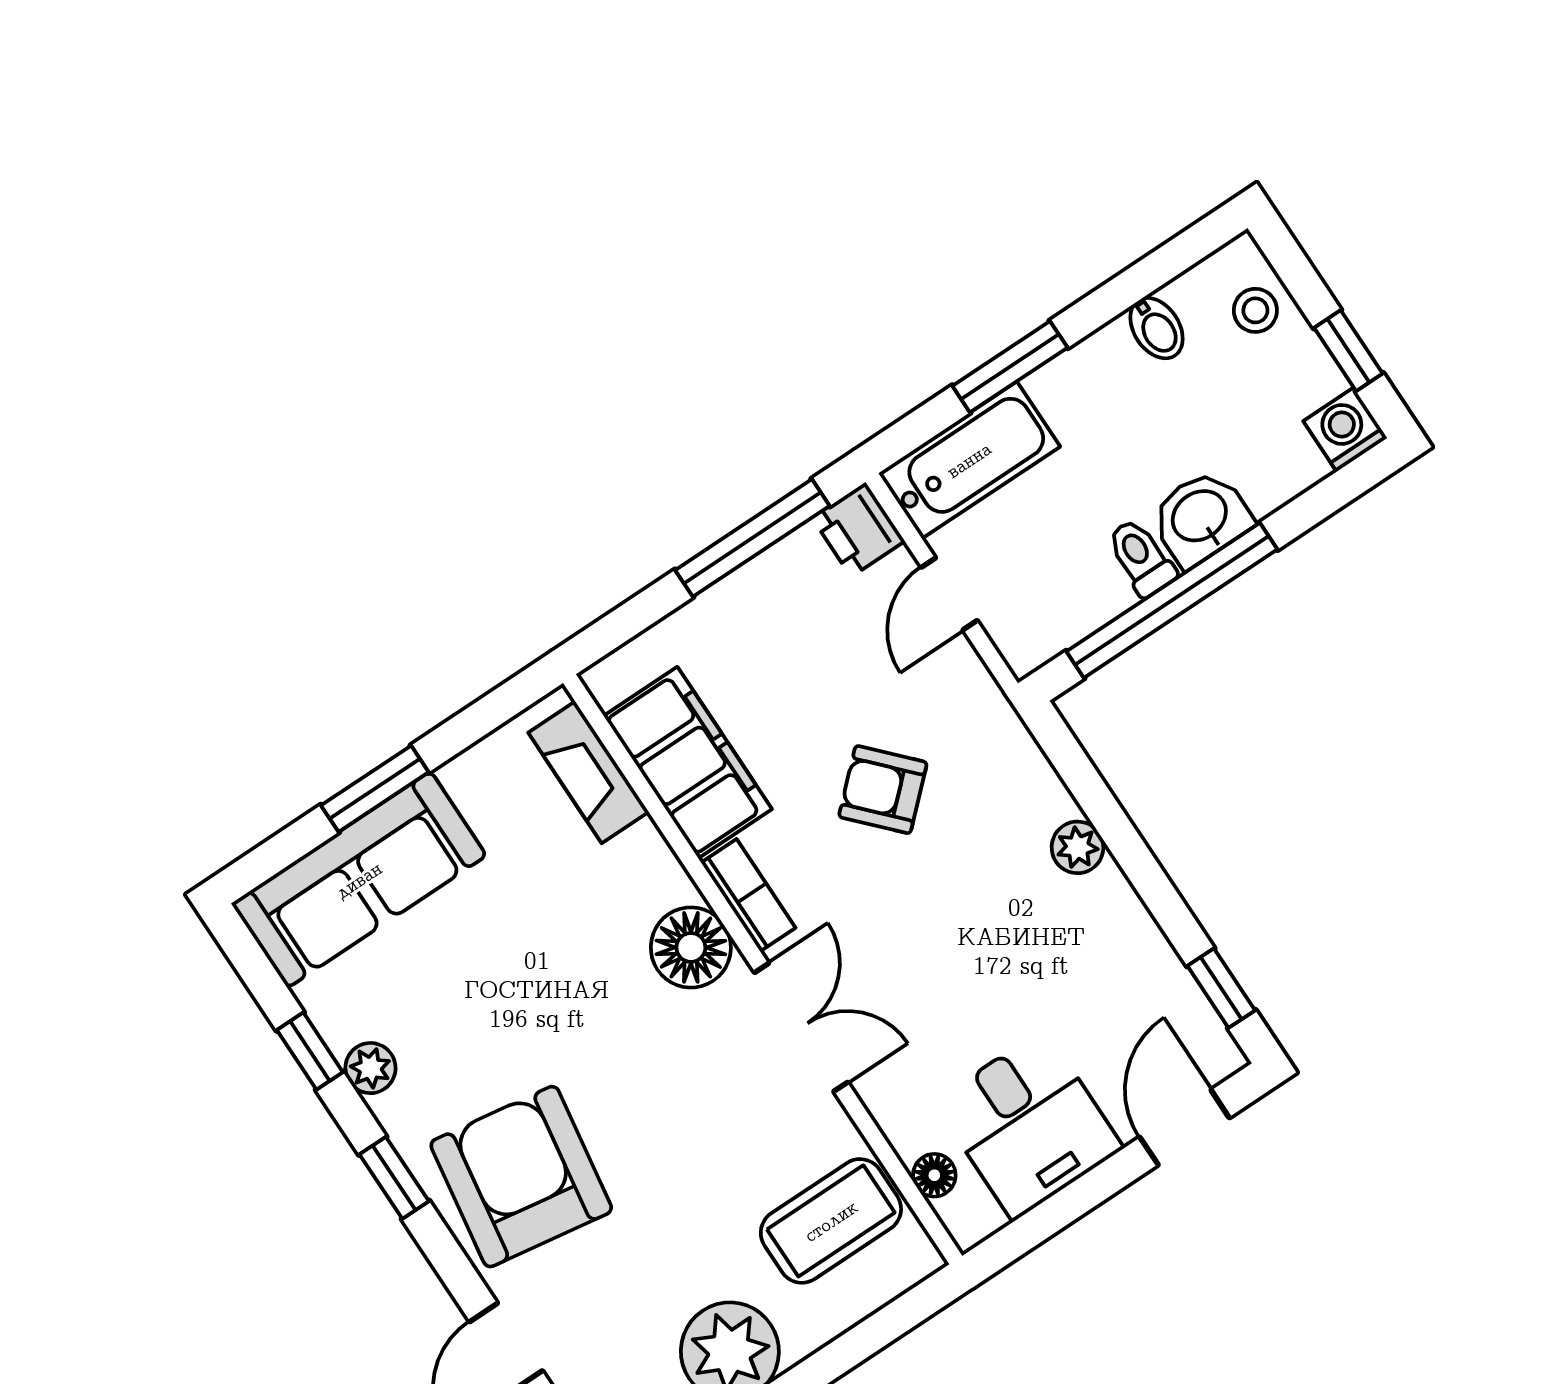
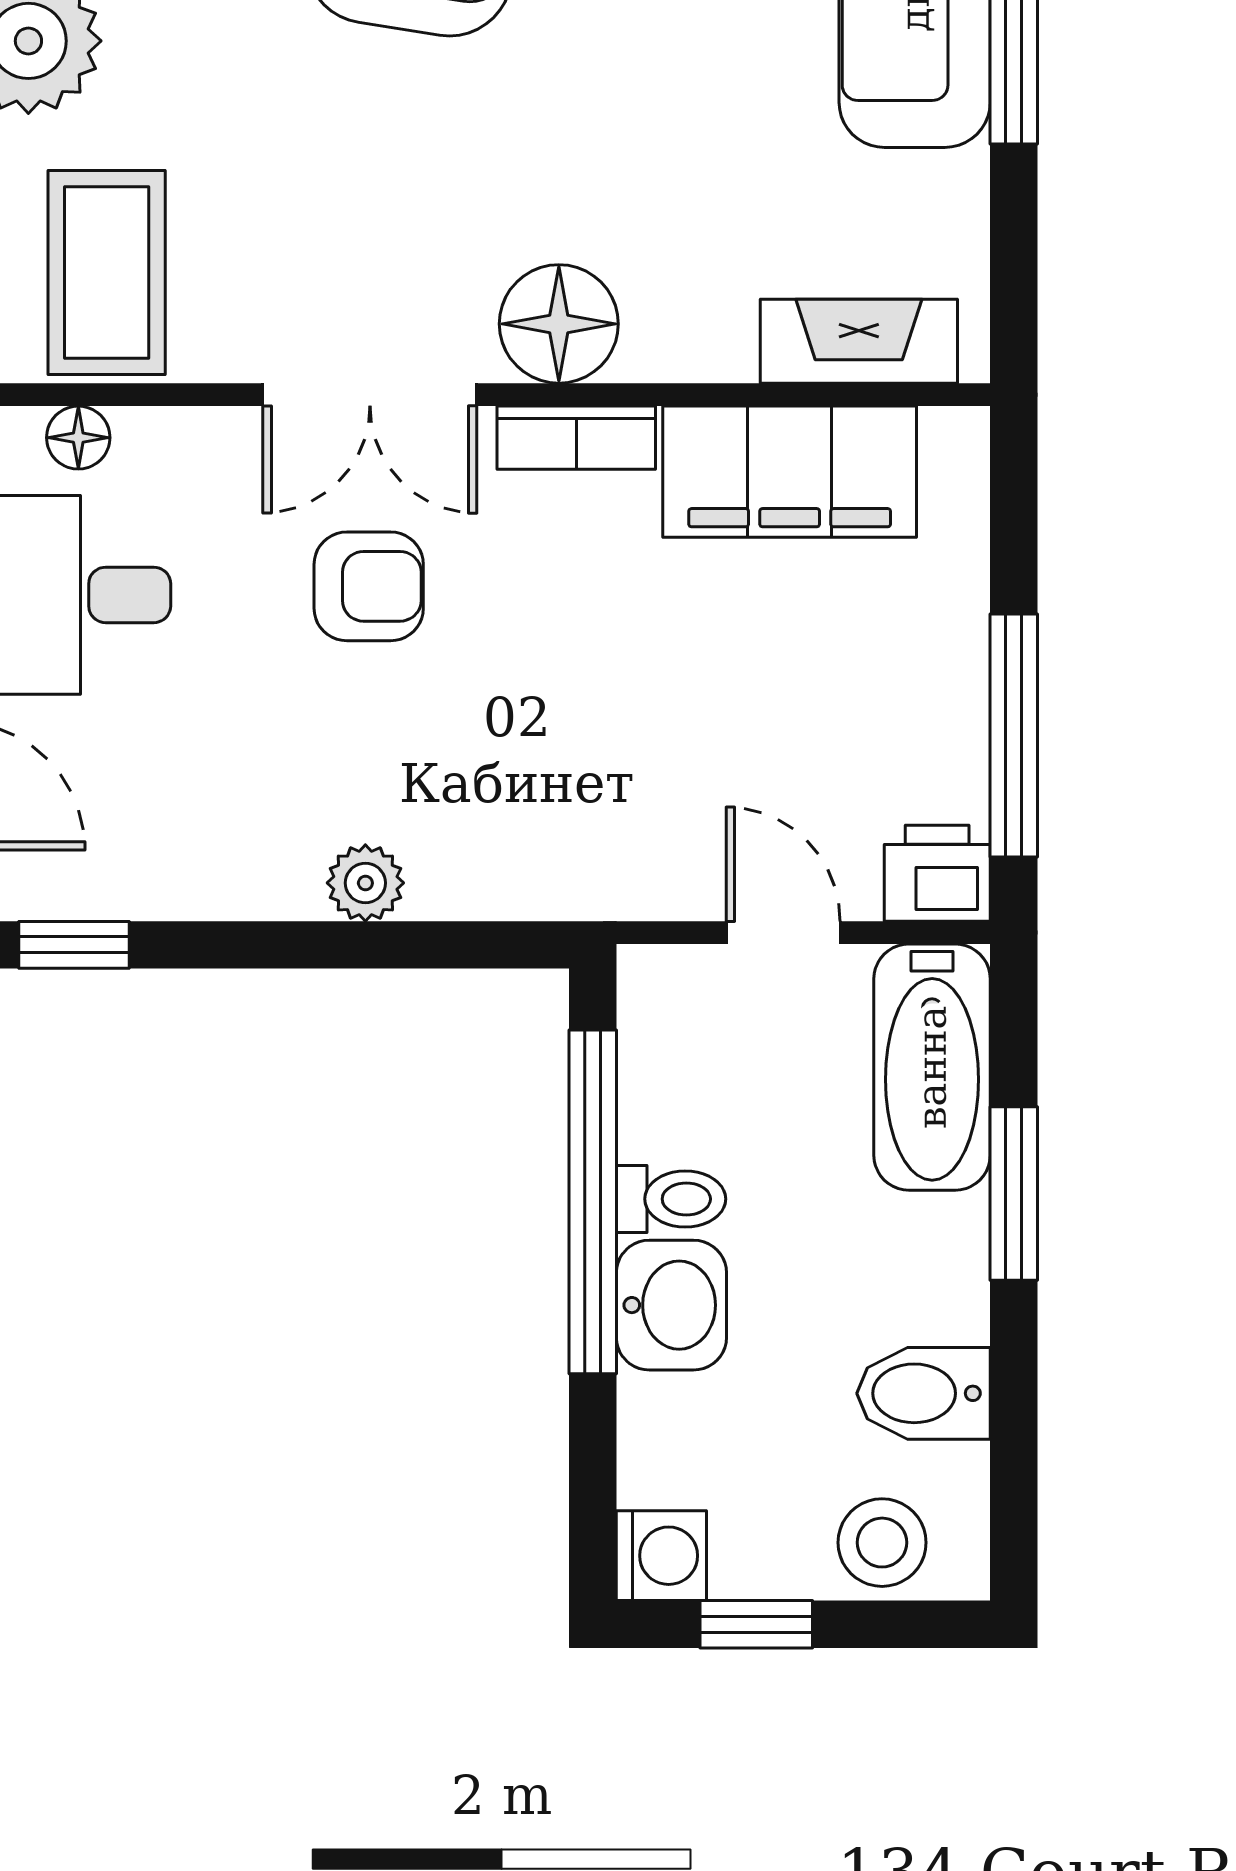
stool: (1255, 310) -> (882, 1543), width x1.37, depth x1.37
bidet: (1157, 328) -> (924, 1393), width x1.38, depth x1.36
armchair: (883, 790) -> (369, 586), moved, turned 43

